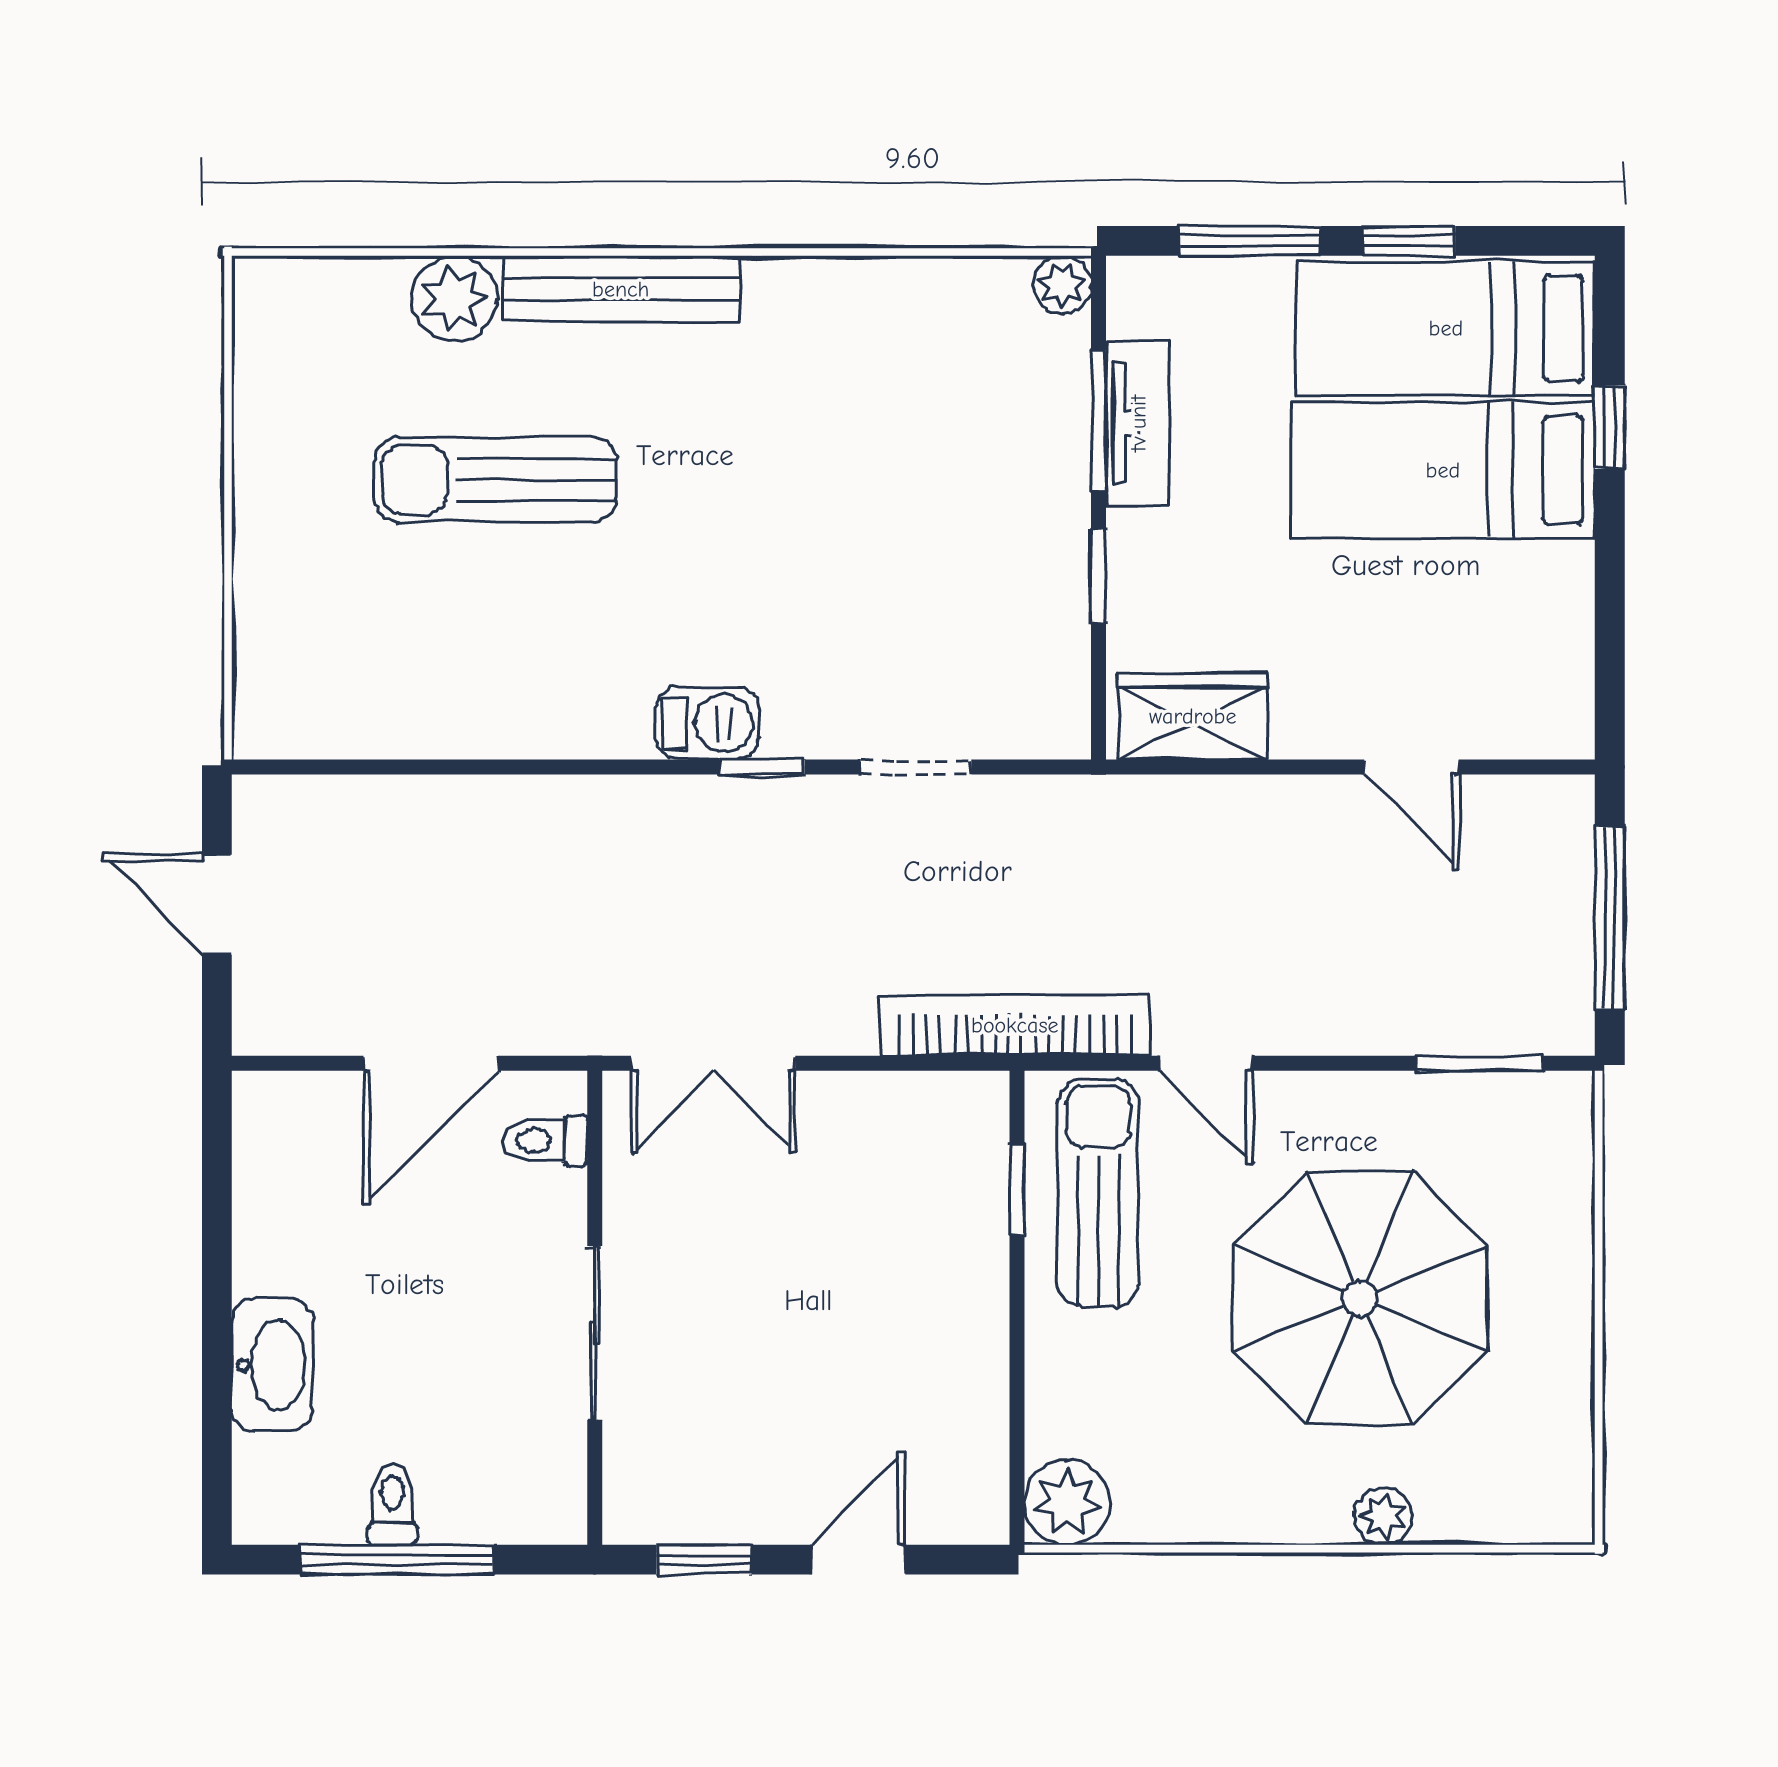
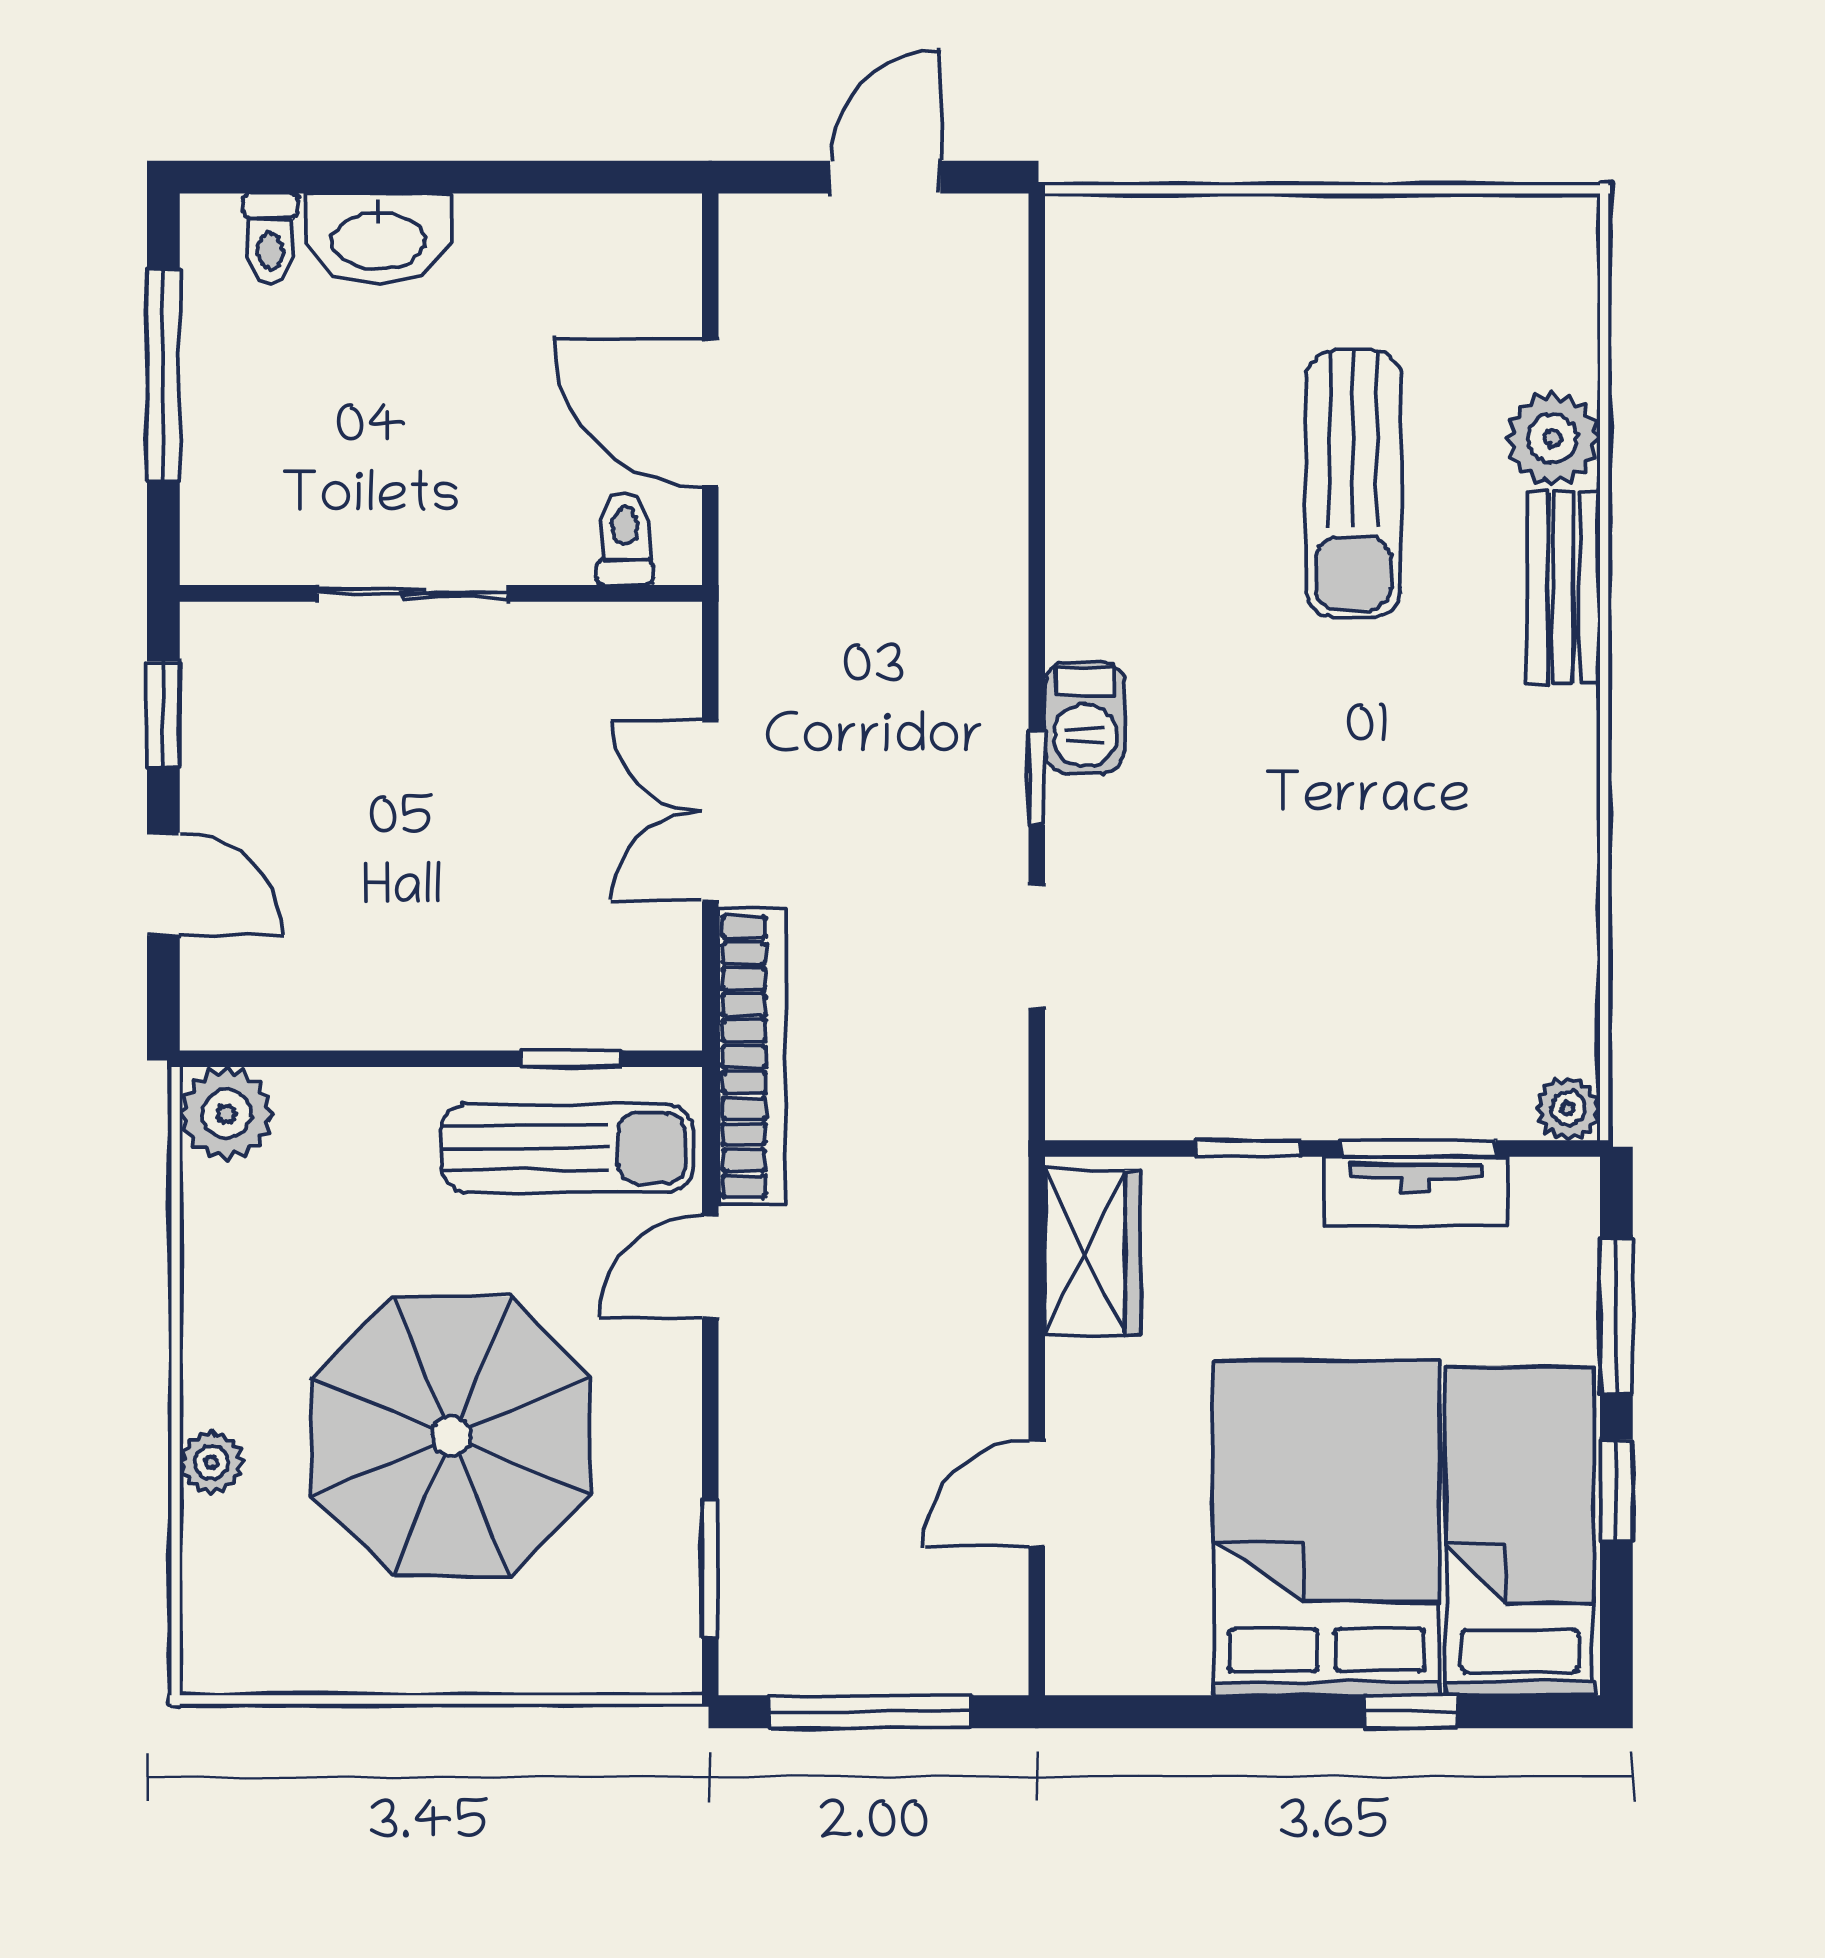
bench: (621, 289) -> (1563, 588), width x0.73
bed: (1443, 470) -> (1326, 1528), width x1.50
sun lounger: (495, 480) -> (1353, 484), turned 180
double door: (713, 1063) -> (710, 811), moved
toilet: (393, 1504) -> (271, 238), moved, turned 90

